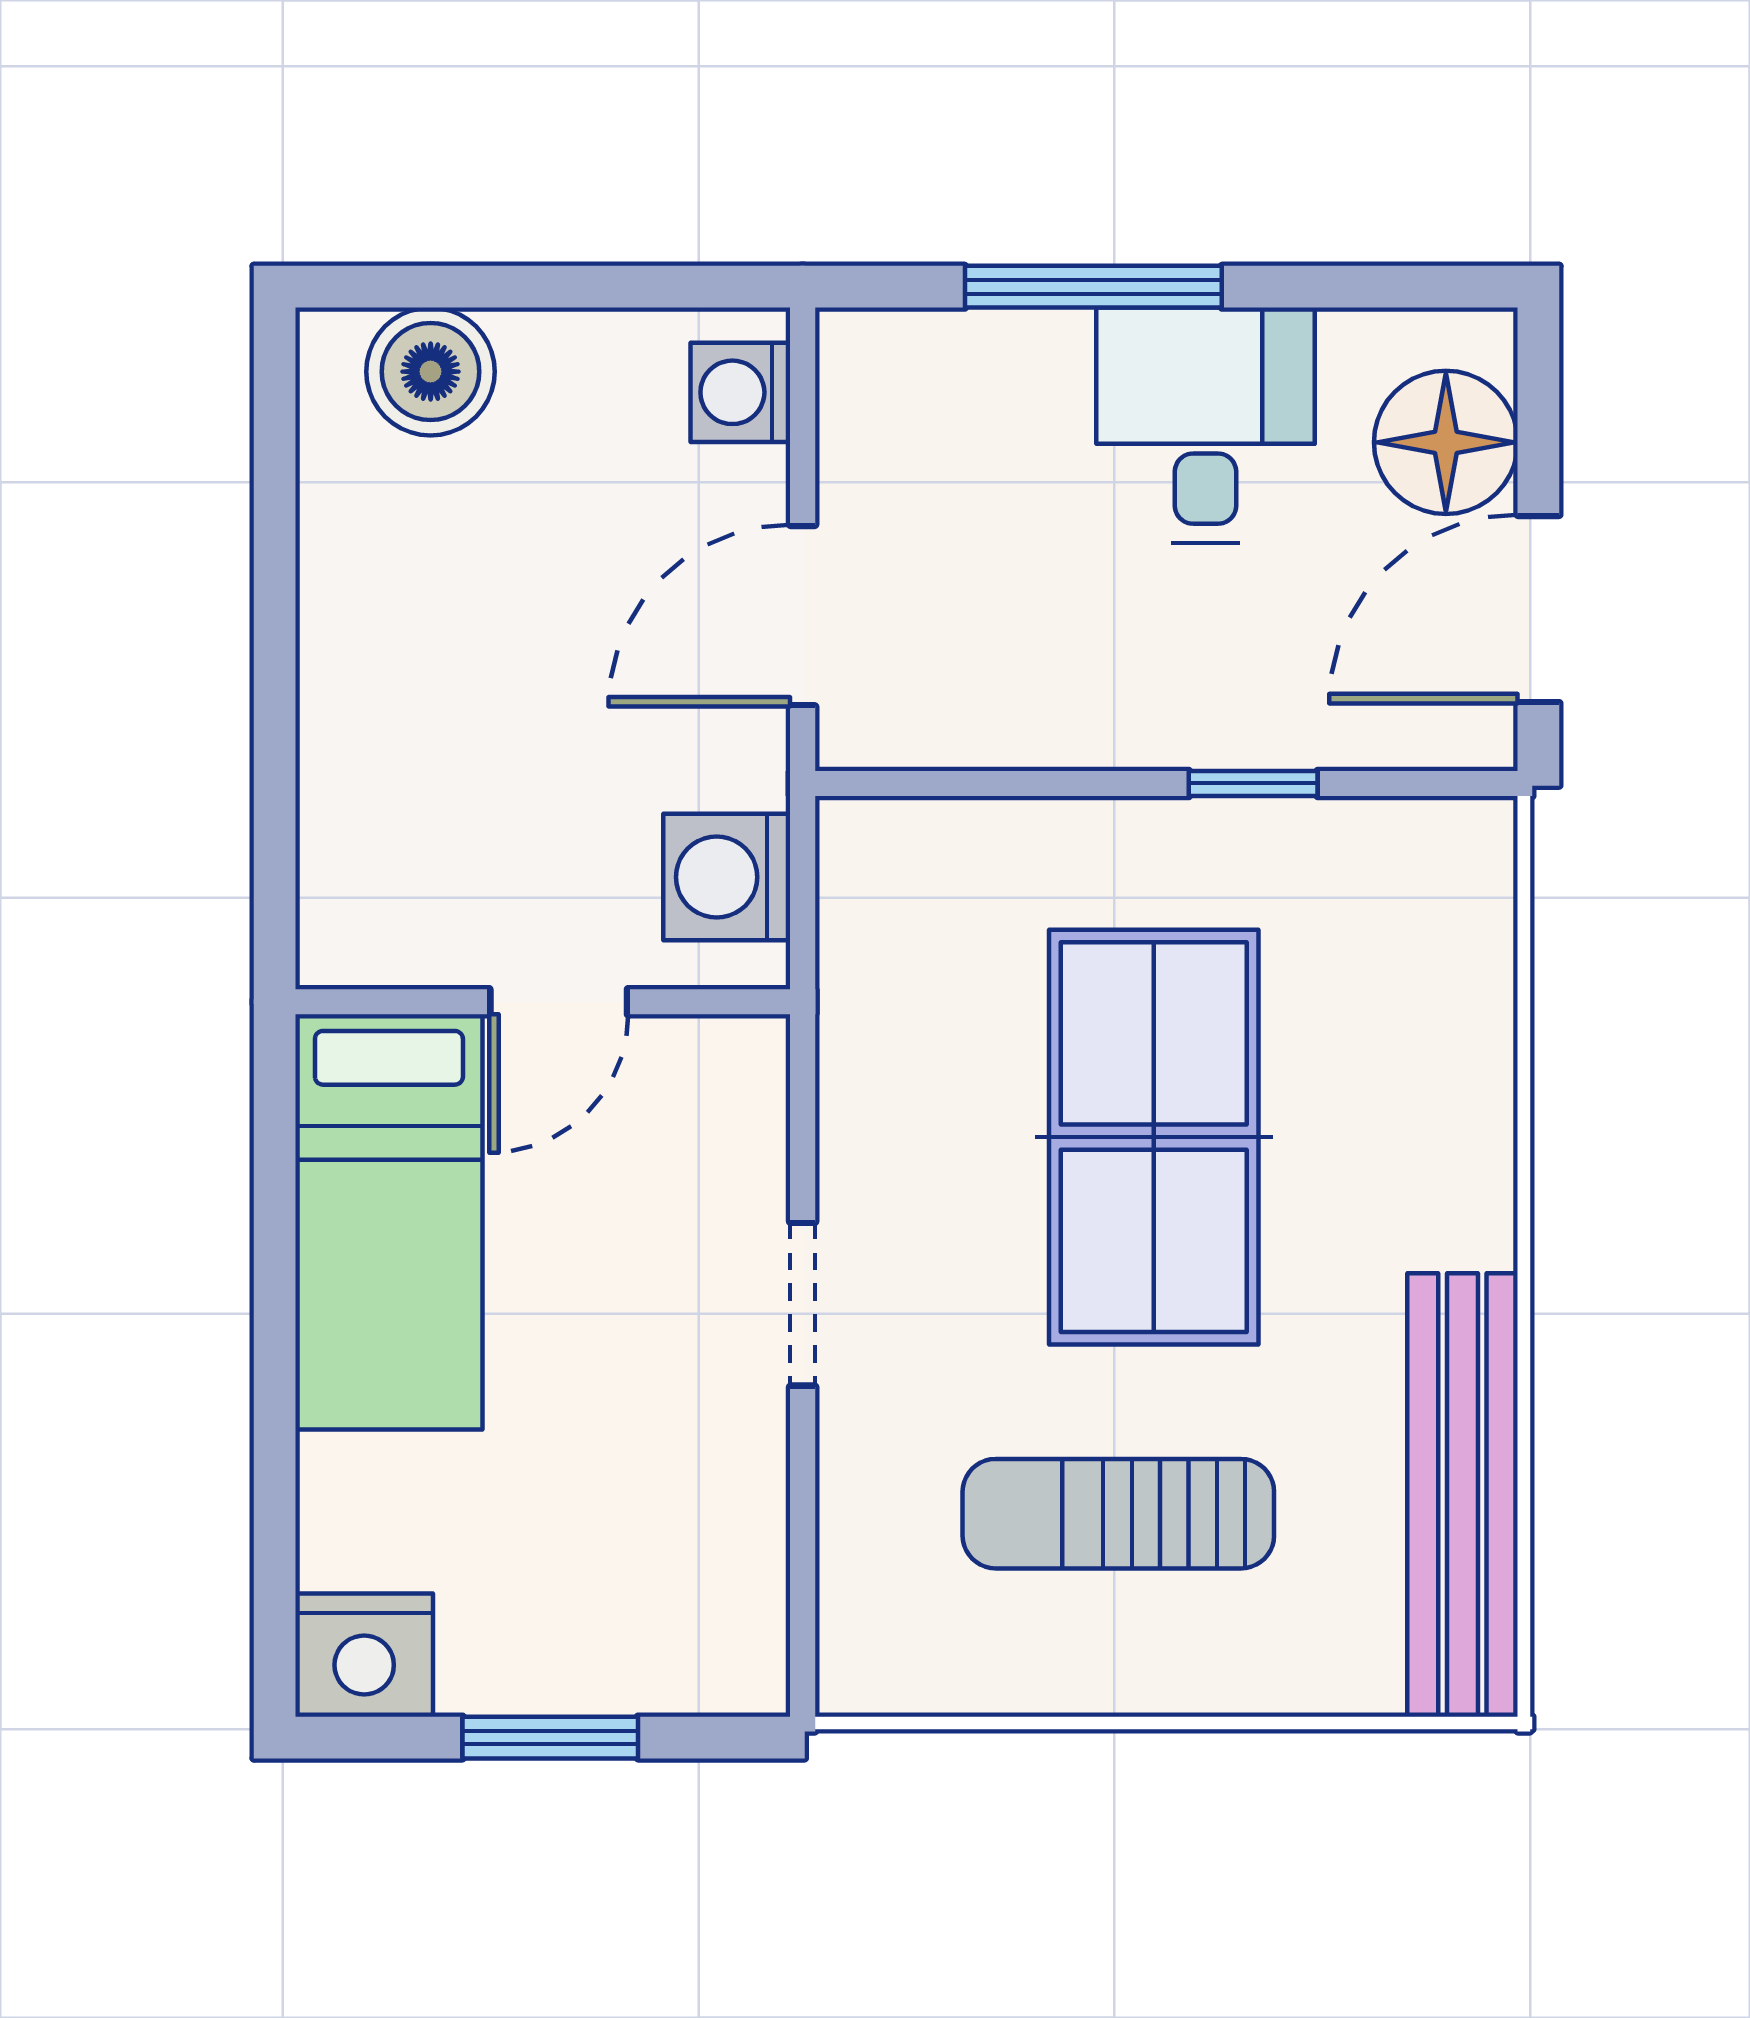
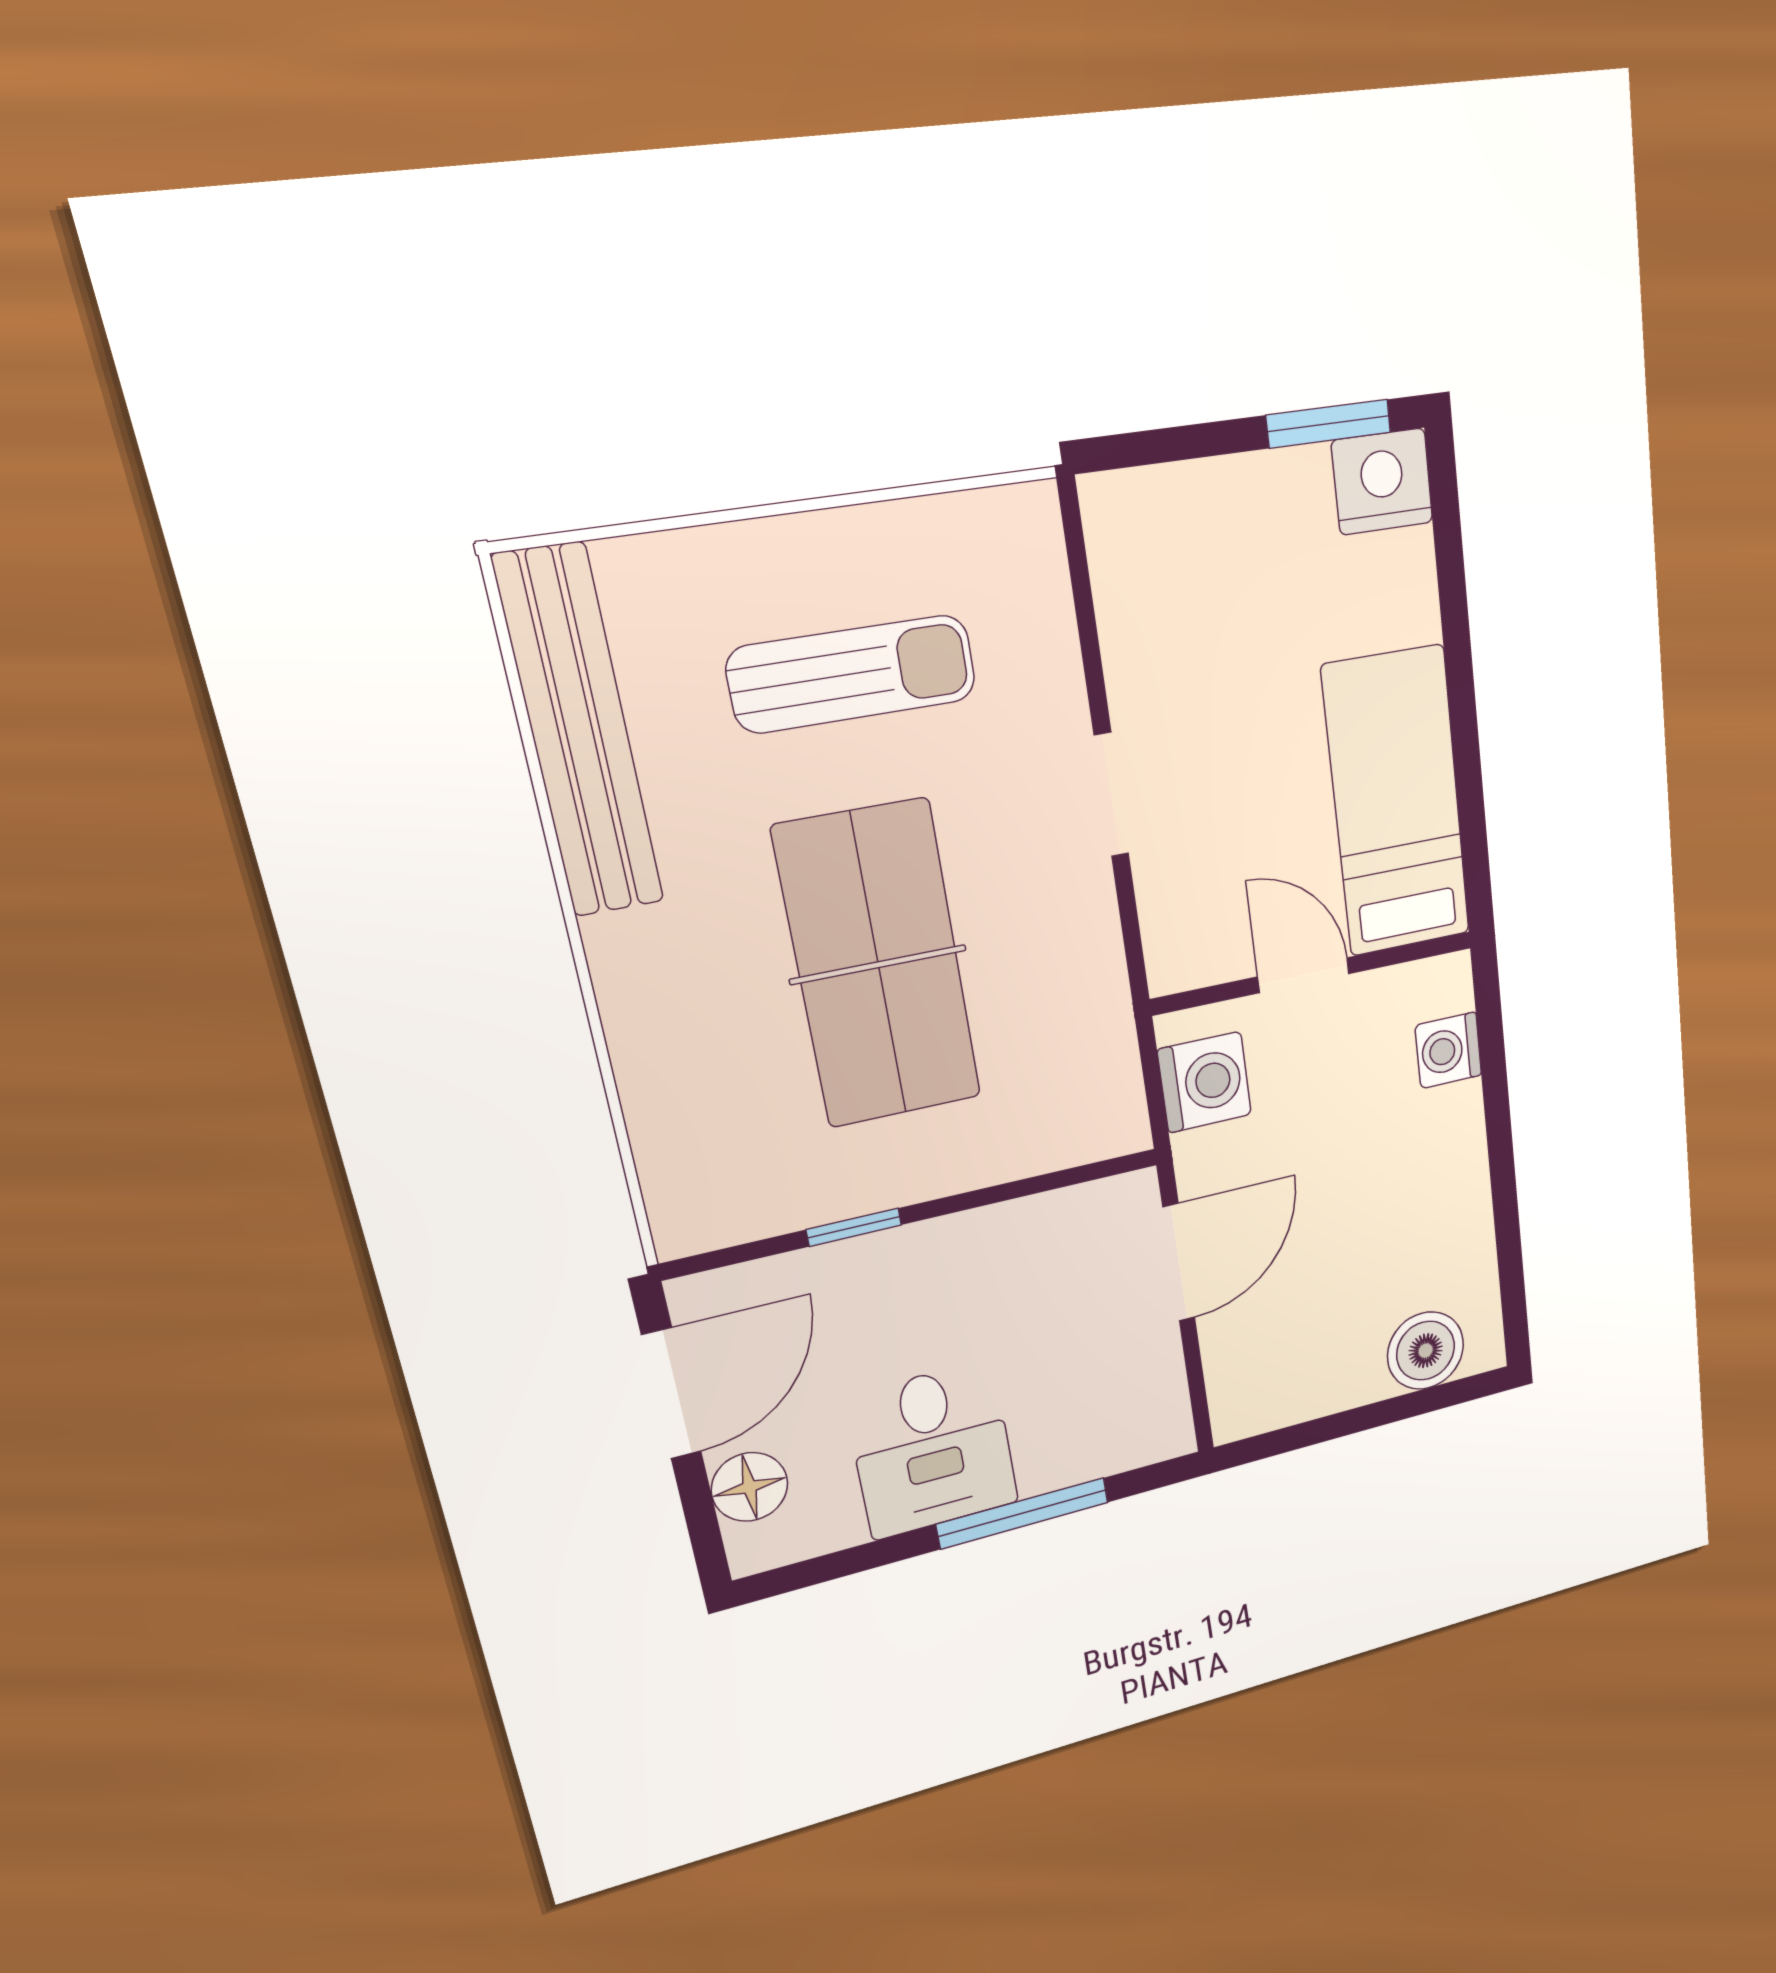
washing machine: (740, 392) -> (1448, 1050), moved, turned 180
floor lamp: (1446, 442) -> (750, 1487), width x0.73, depth x0.73
door: (559, 1002) -> (1304, 975), hinge flipped
window: (550, 1738) -> (1329, 424), moved

